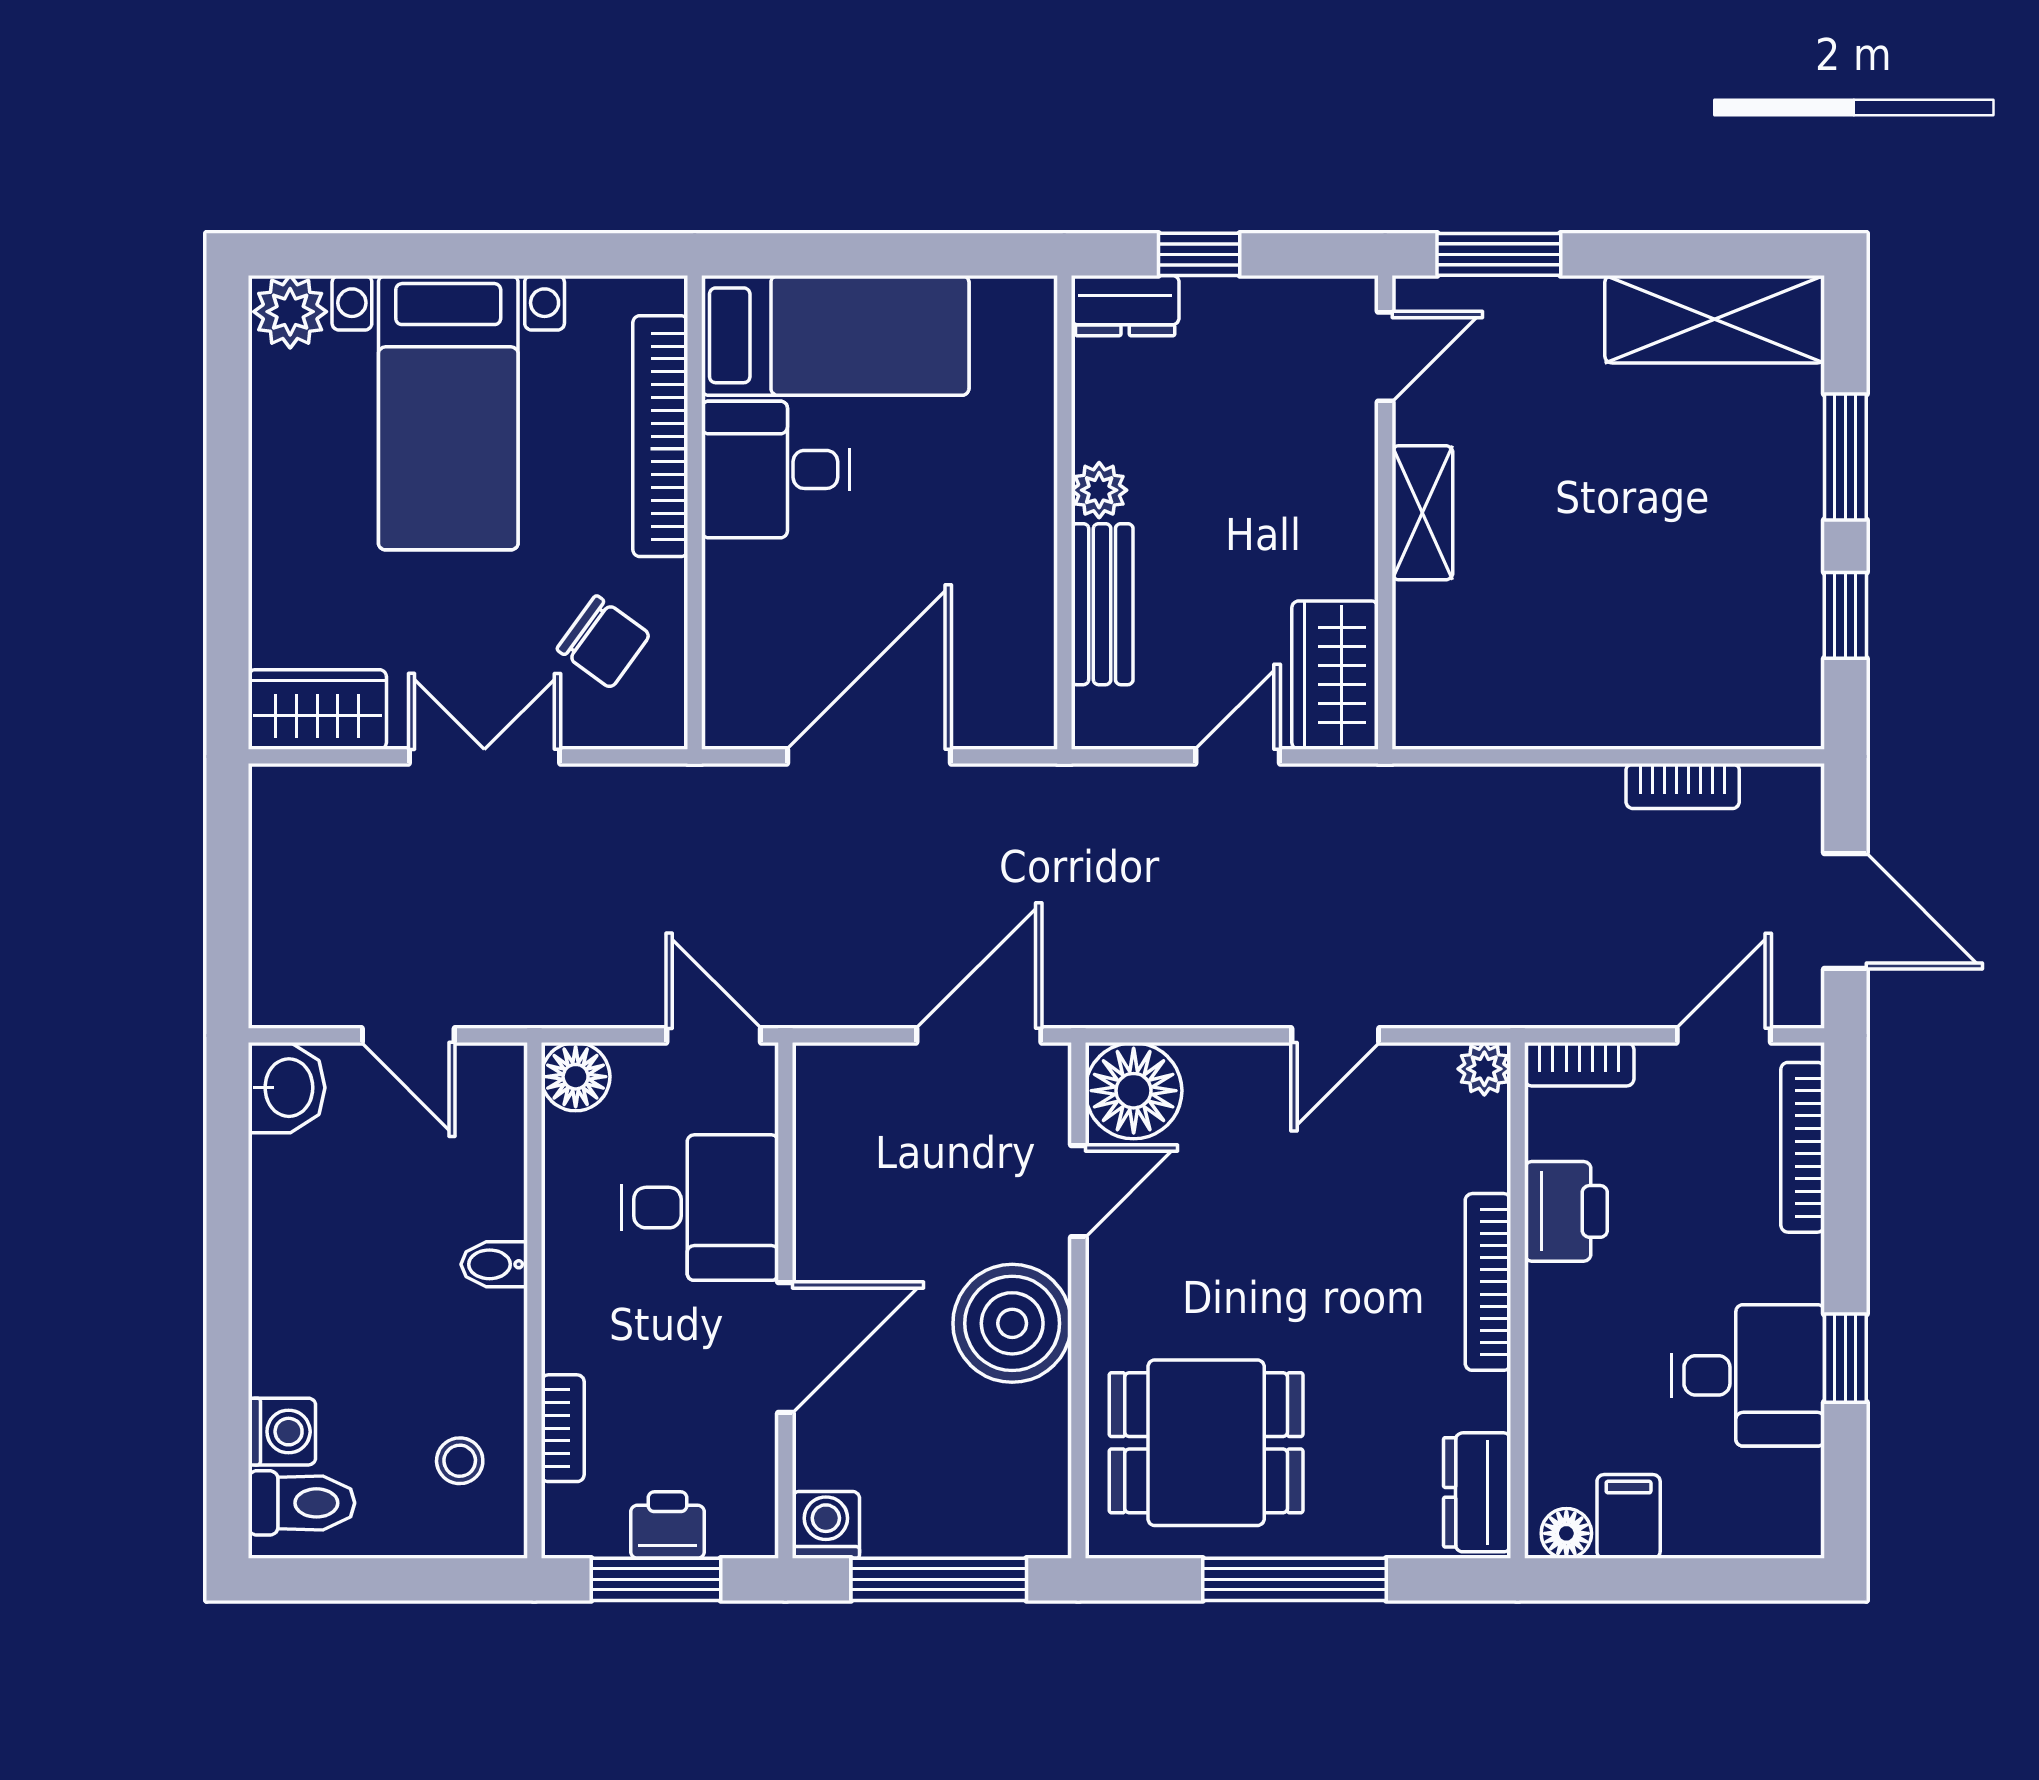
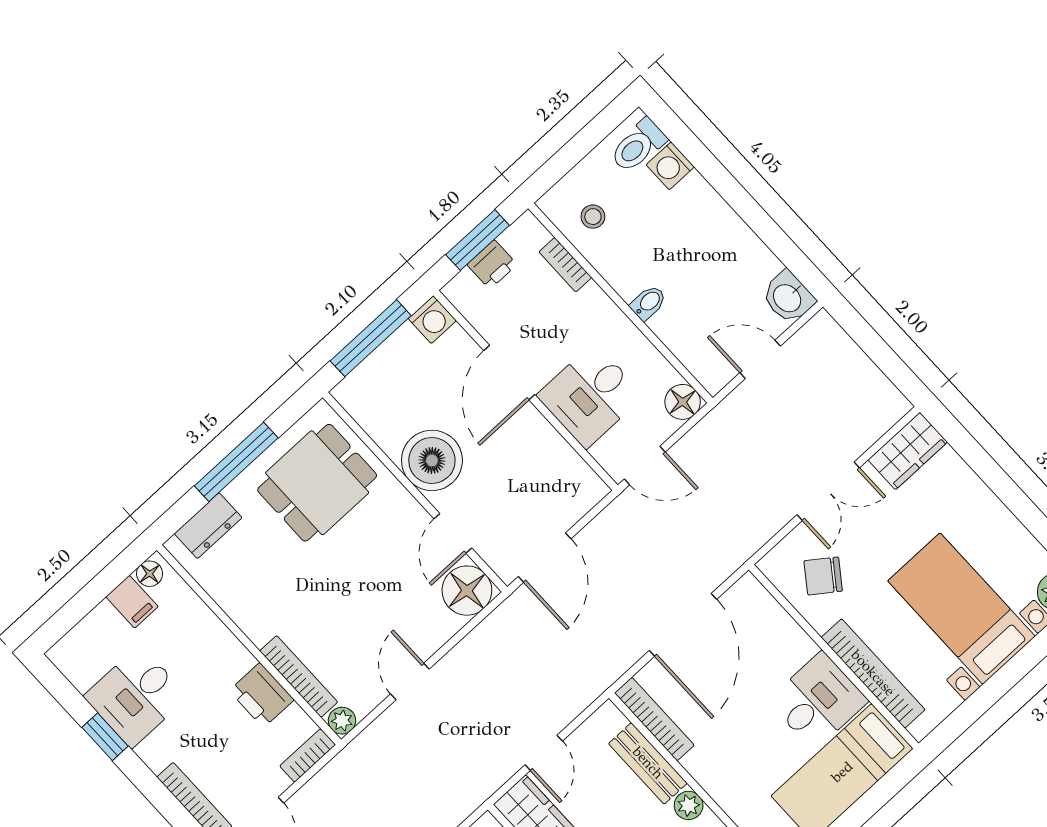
bookcase: (1034, 659) -> (654, 719), added
bookcase: (1488, 1282) -> (299, 676), moved
dresser: (1477, 1492) -> (208, 526), moved, turned 90

